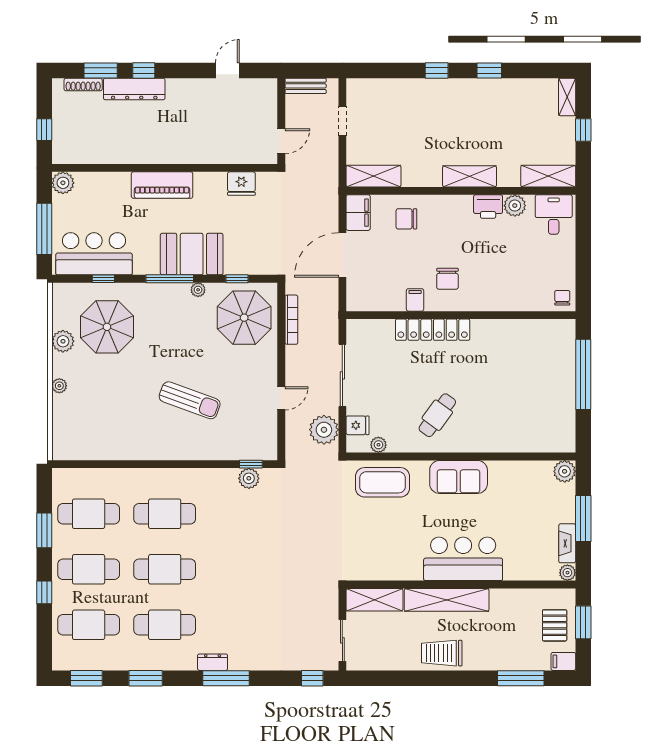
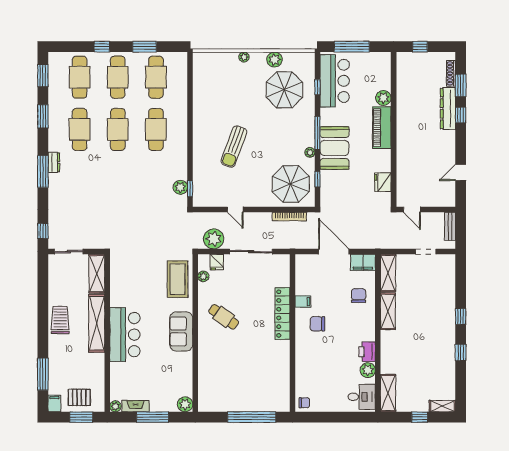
door: (227, 70) -> (461, 173), swing flipped
shelving: (470, 176) -> (388, 311), moved
plant: (63, 183) -> (383, 98), moved

